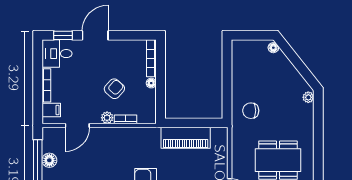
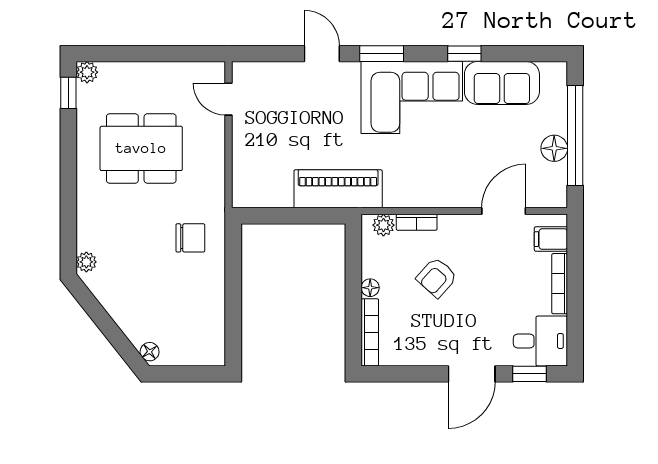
plant: (107, 118) -> (383, 225), moved
piano: (186, 138) -> (338, 189), moved

